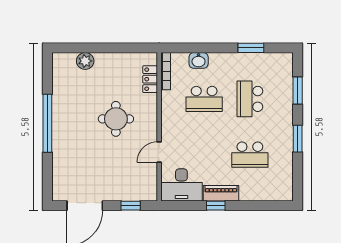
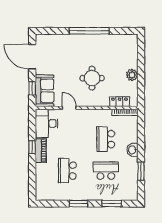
washbasin: (199, 60) -> (132, 150), moved
plant: (85, 61) -> (132, 75), moved
sofa: (134, 188) -> (44, 91), added

